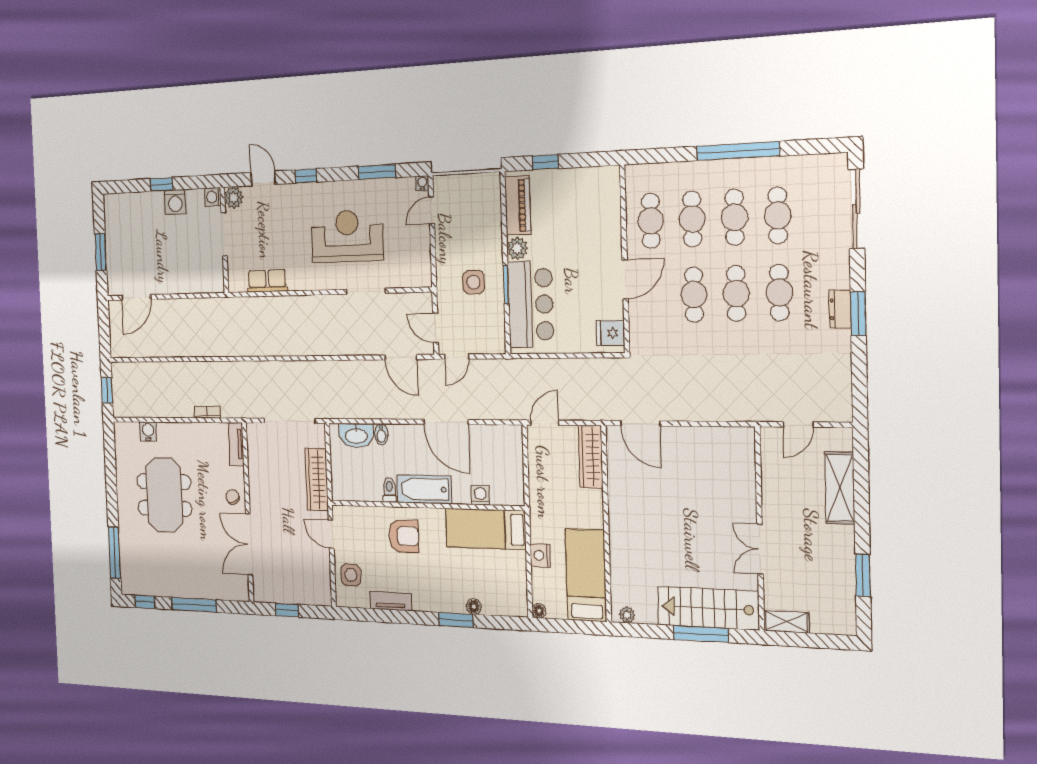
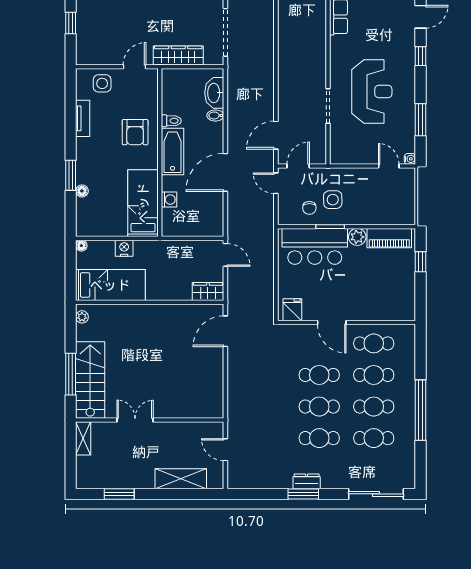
chair: (484, 313) -> (309, 208), added
wardrobe: (591, 457) -> (208, 291), width x0.67

